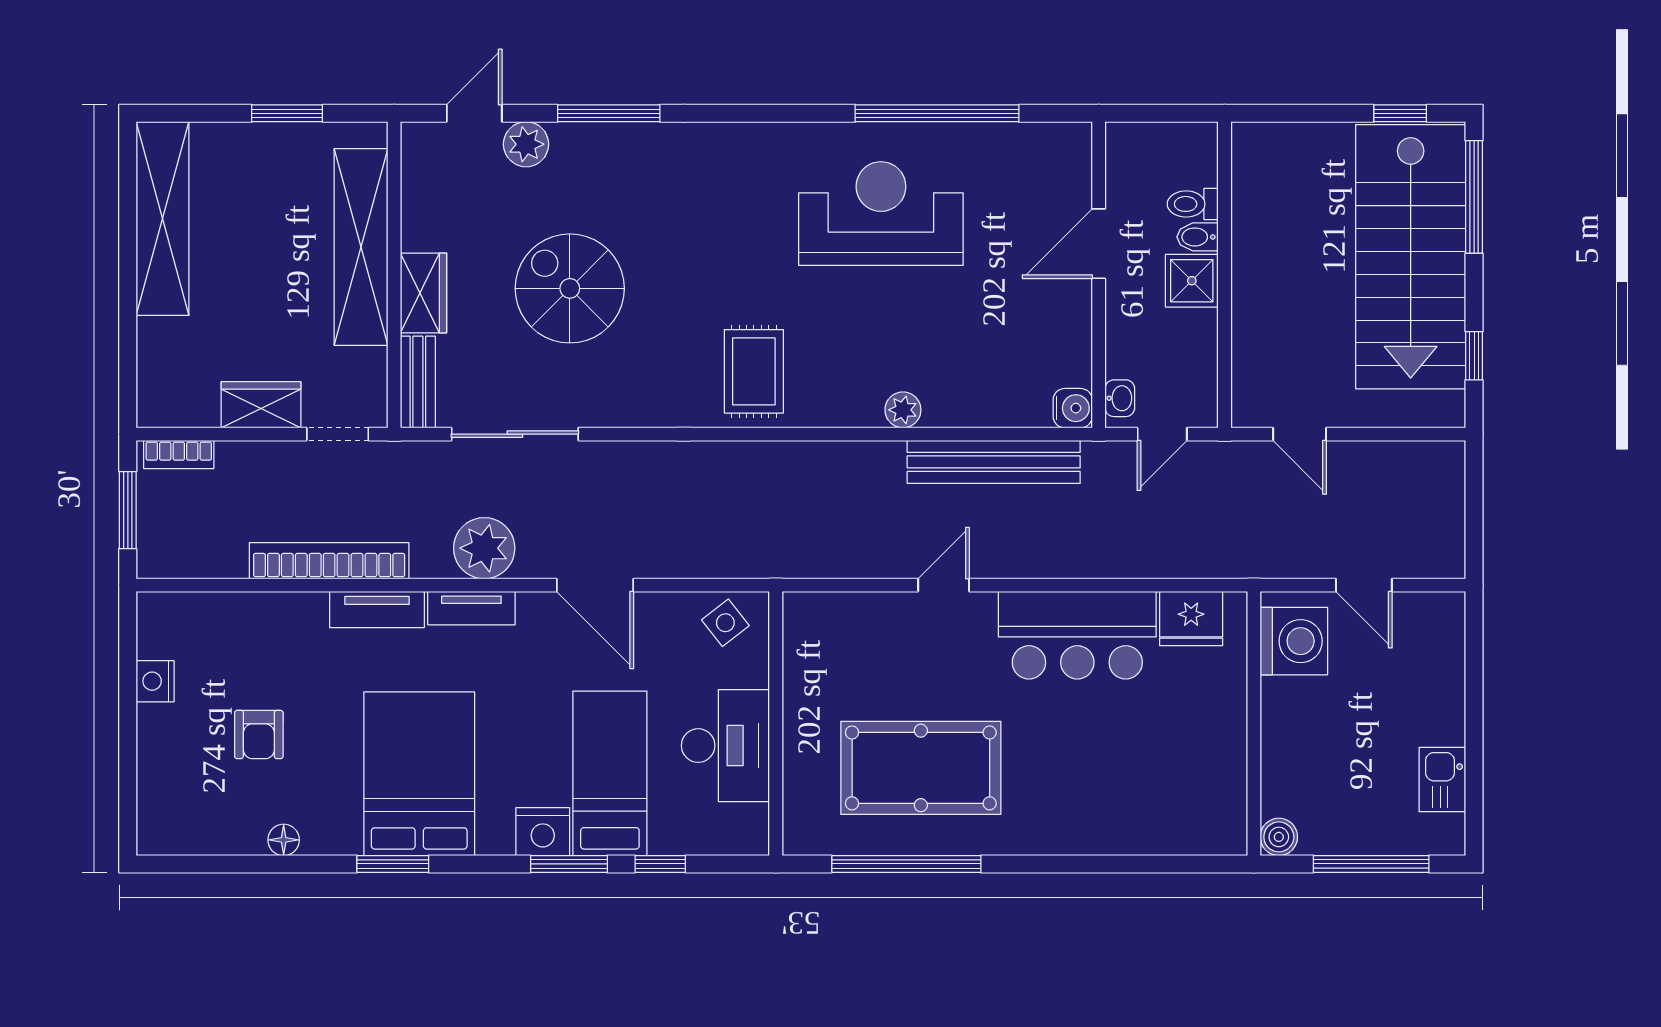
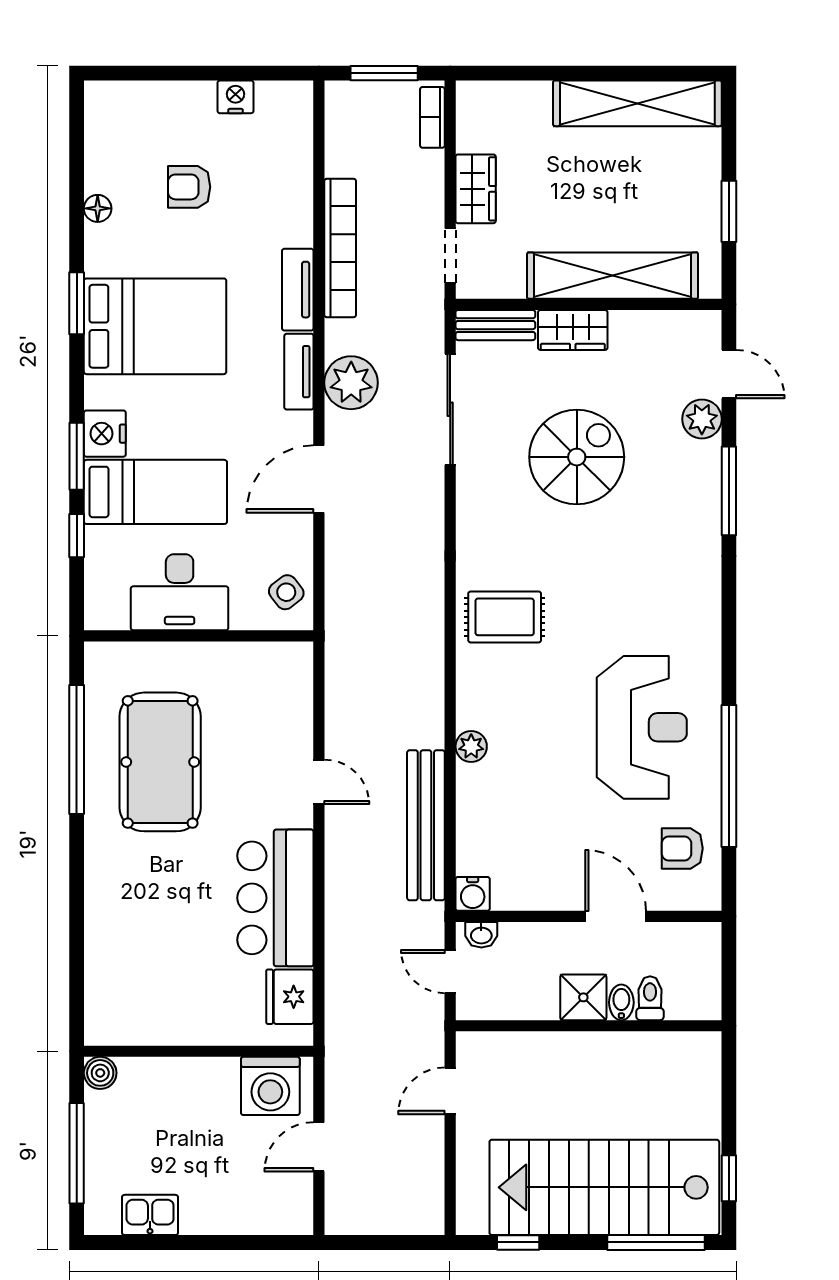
armchair: (1020, 167) -> (682, 848), added

